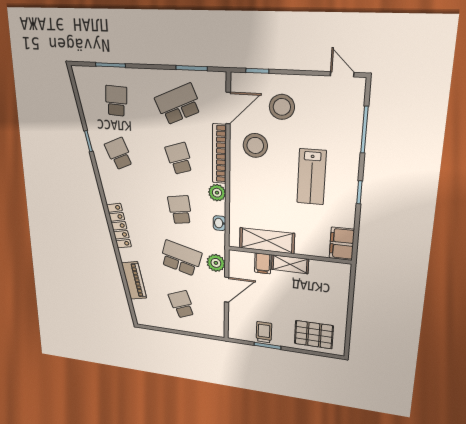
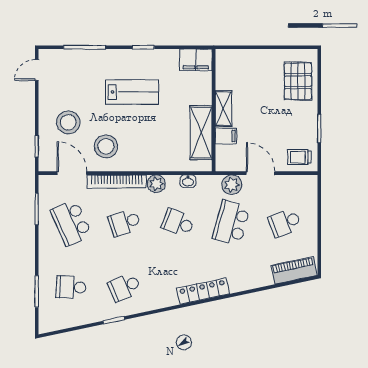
school desk: (180, 210) -> (178, 223), turned 30
piano: (134, 280) -> (294, 270), moved
trolley: (264, 332) -> (299, 157), moved

